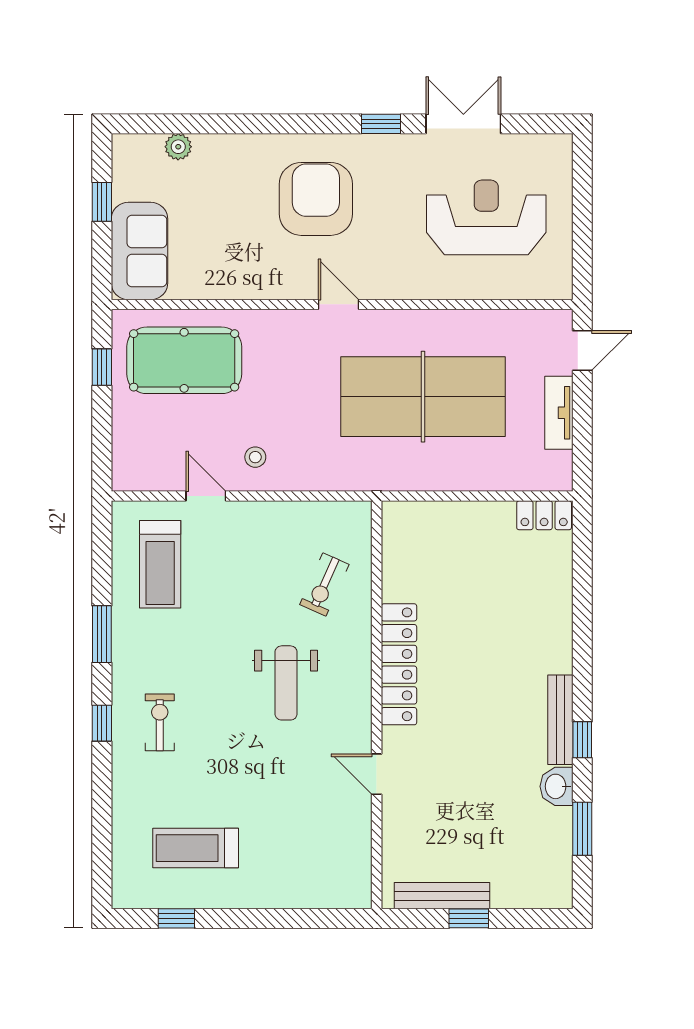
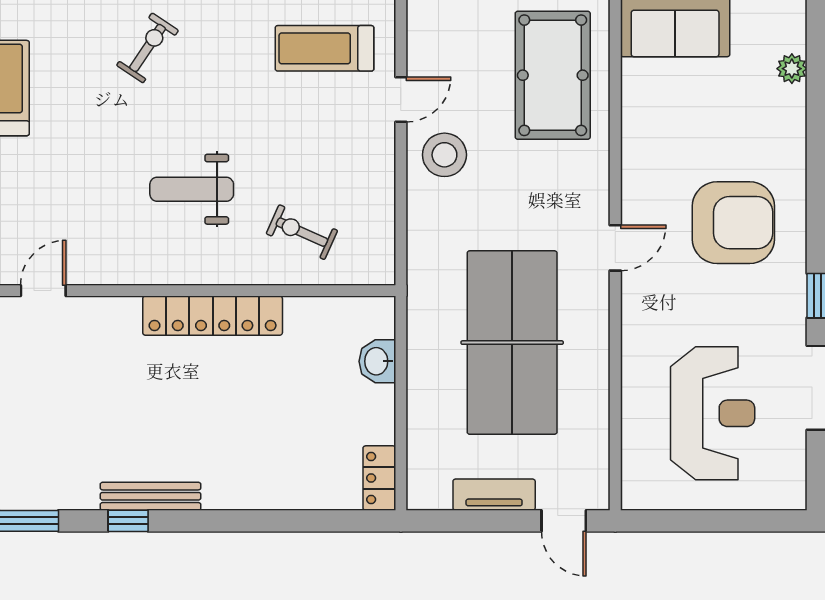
stool: (255, 457) -> (444, 155), width x1.89, depth x1.89
exercise bike: (160, 722) -> (148, 48), turned -56
door: (377, 774) -> (43, 291), moved
washbasin: (557, 786) -> (377, 361), moved, turned -90

